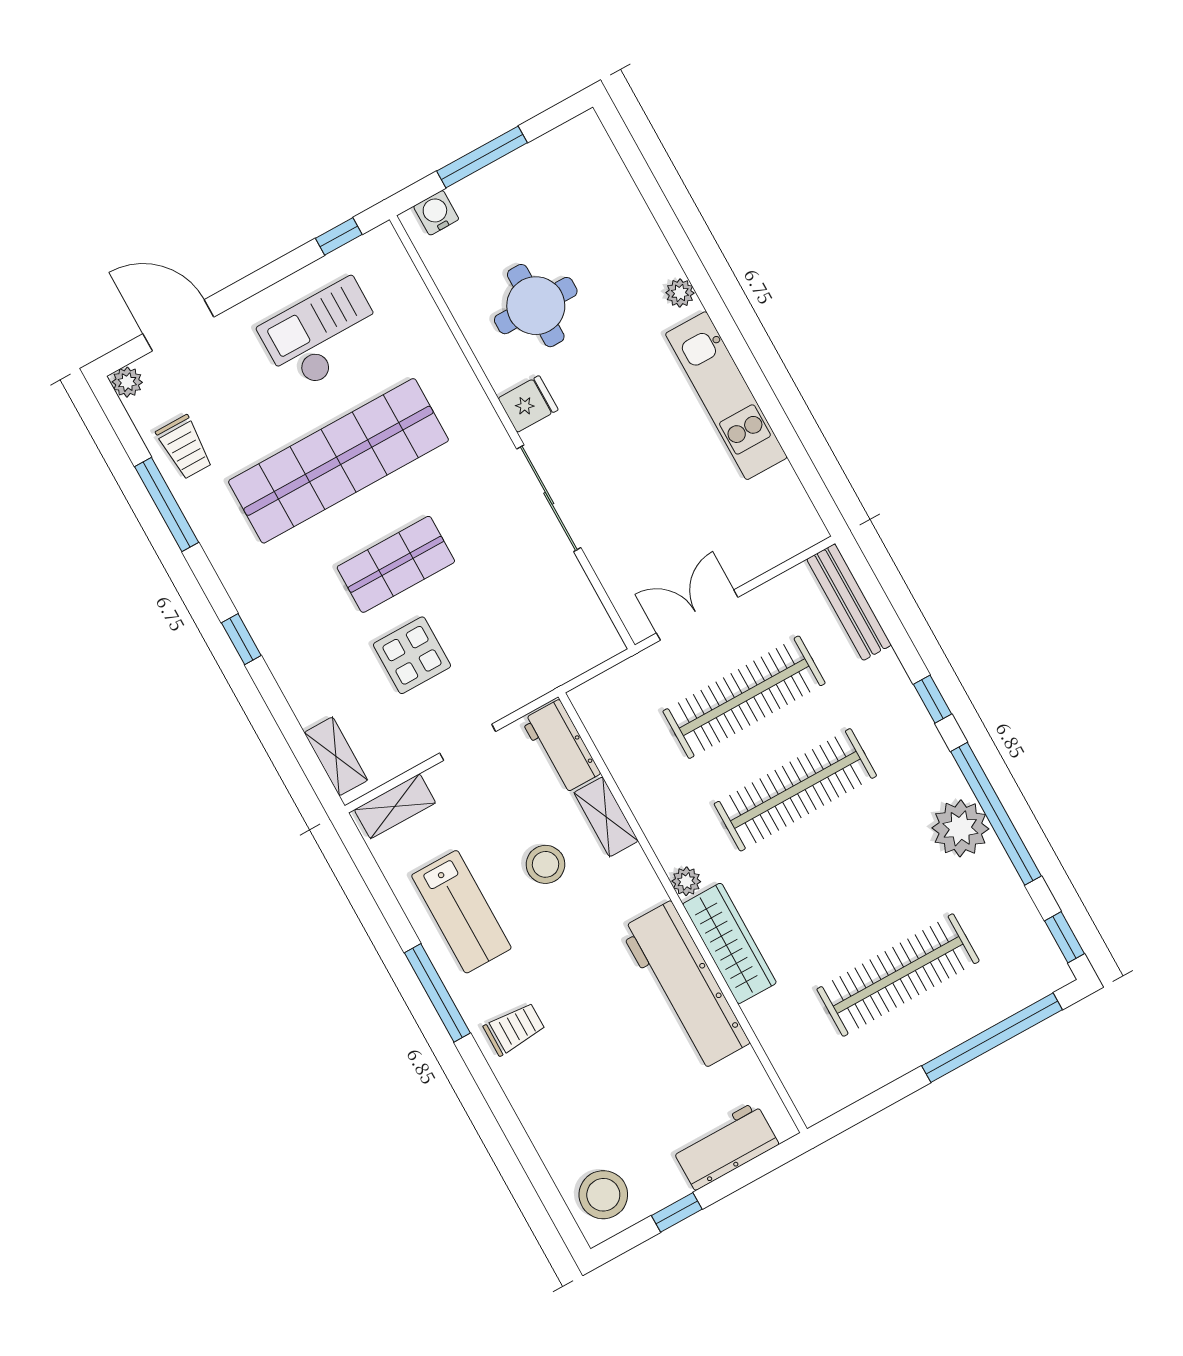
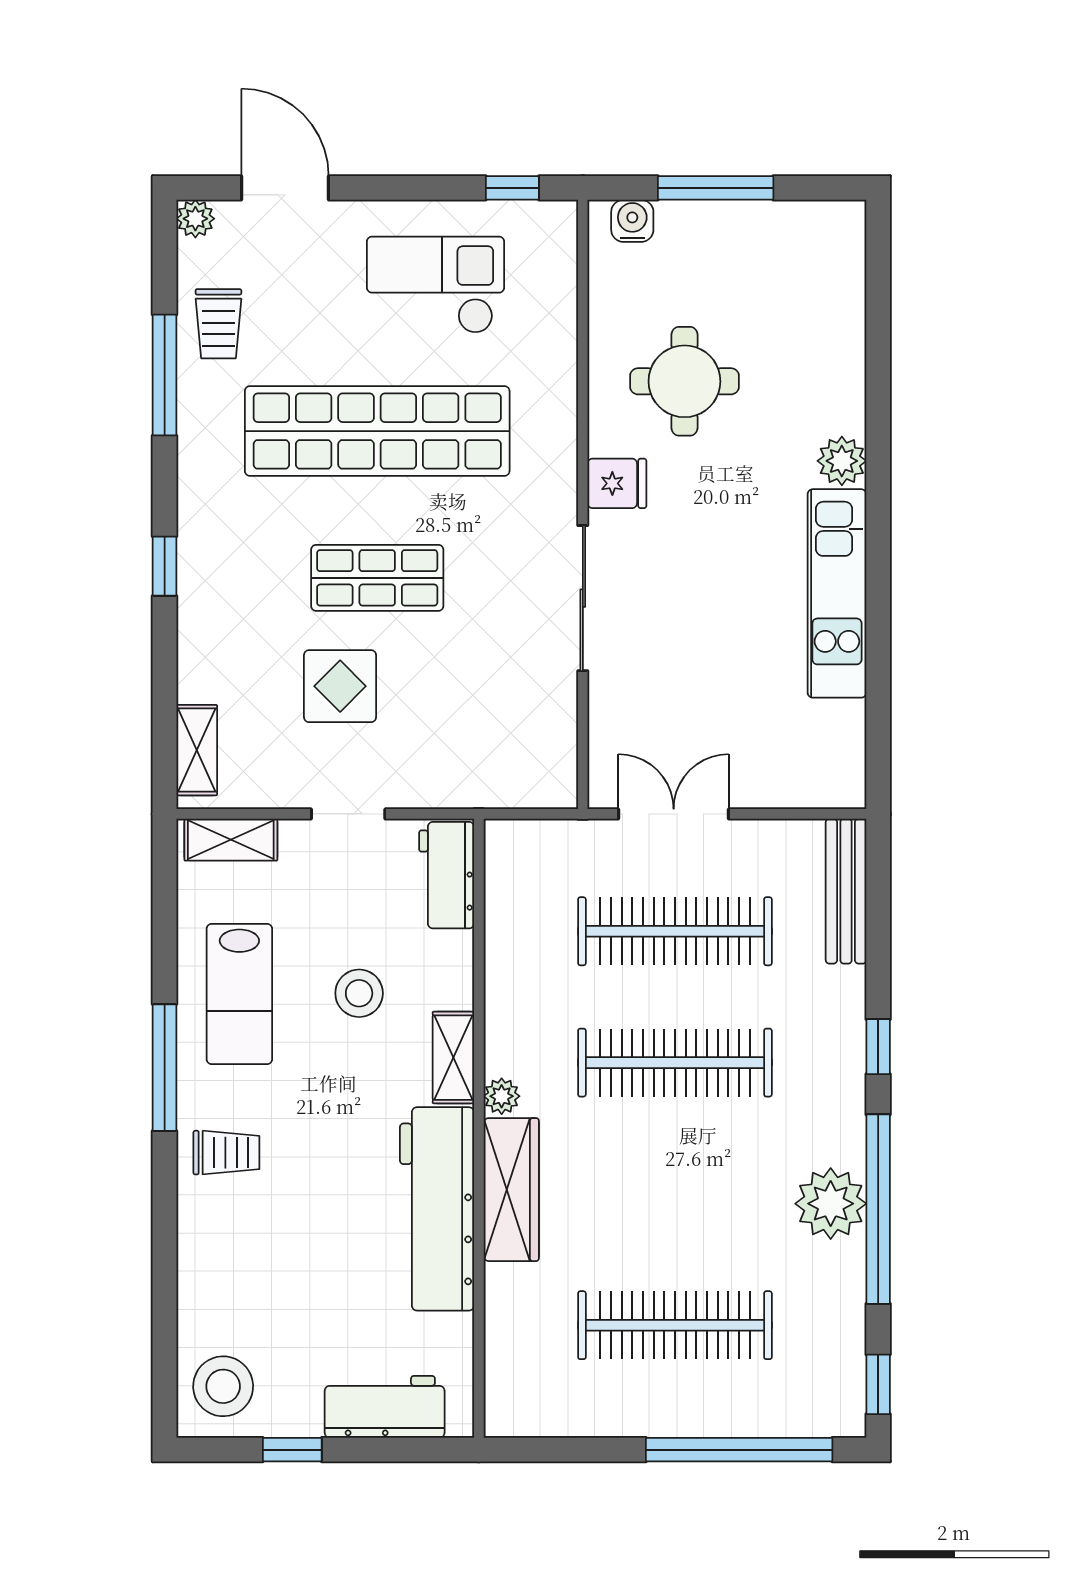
plant: (680, 293) -> (842, 461), width x1.38, depth x1.38
shelving: (606, 817) -> (453, 1058), moved

